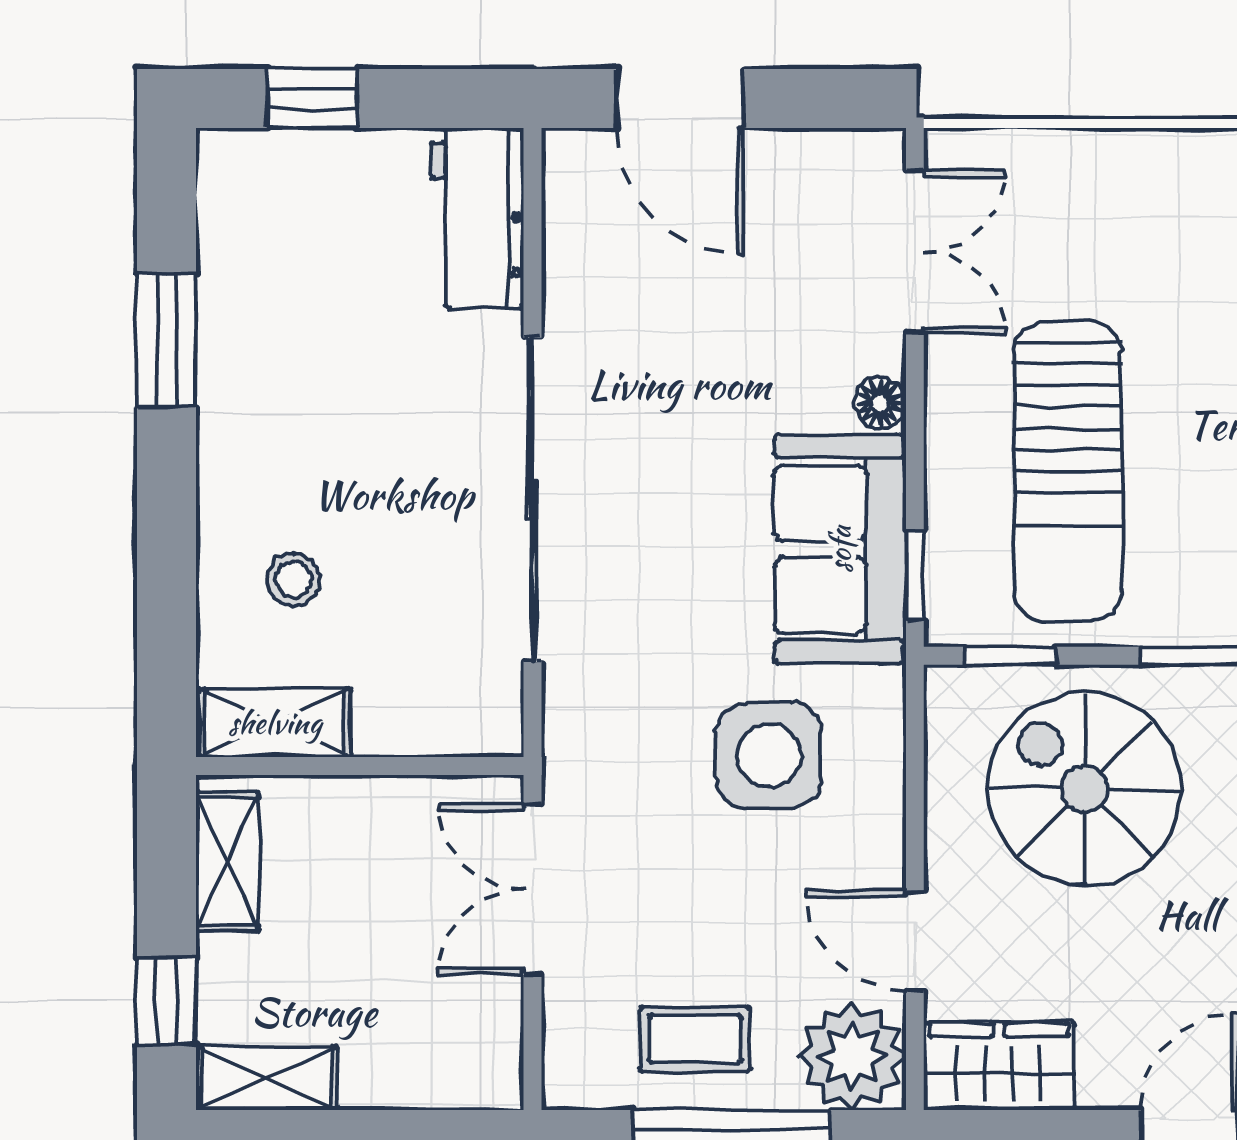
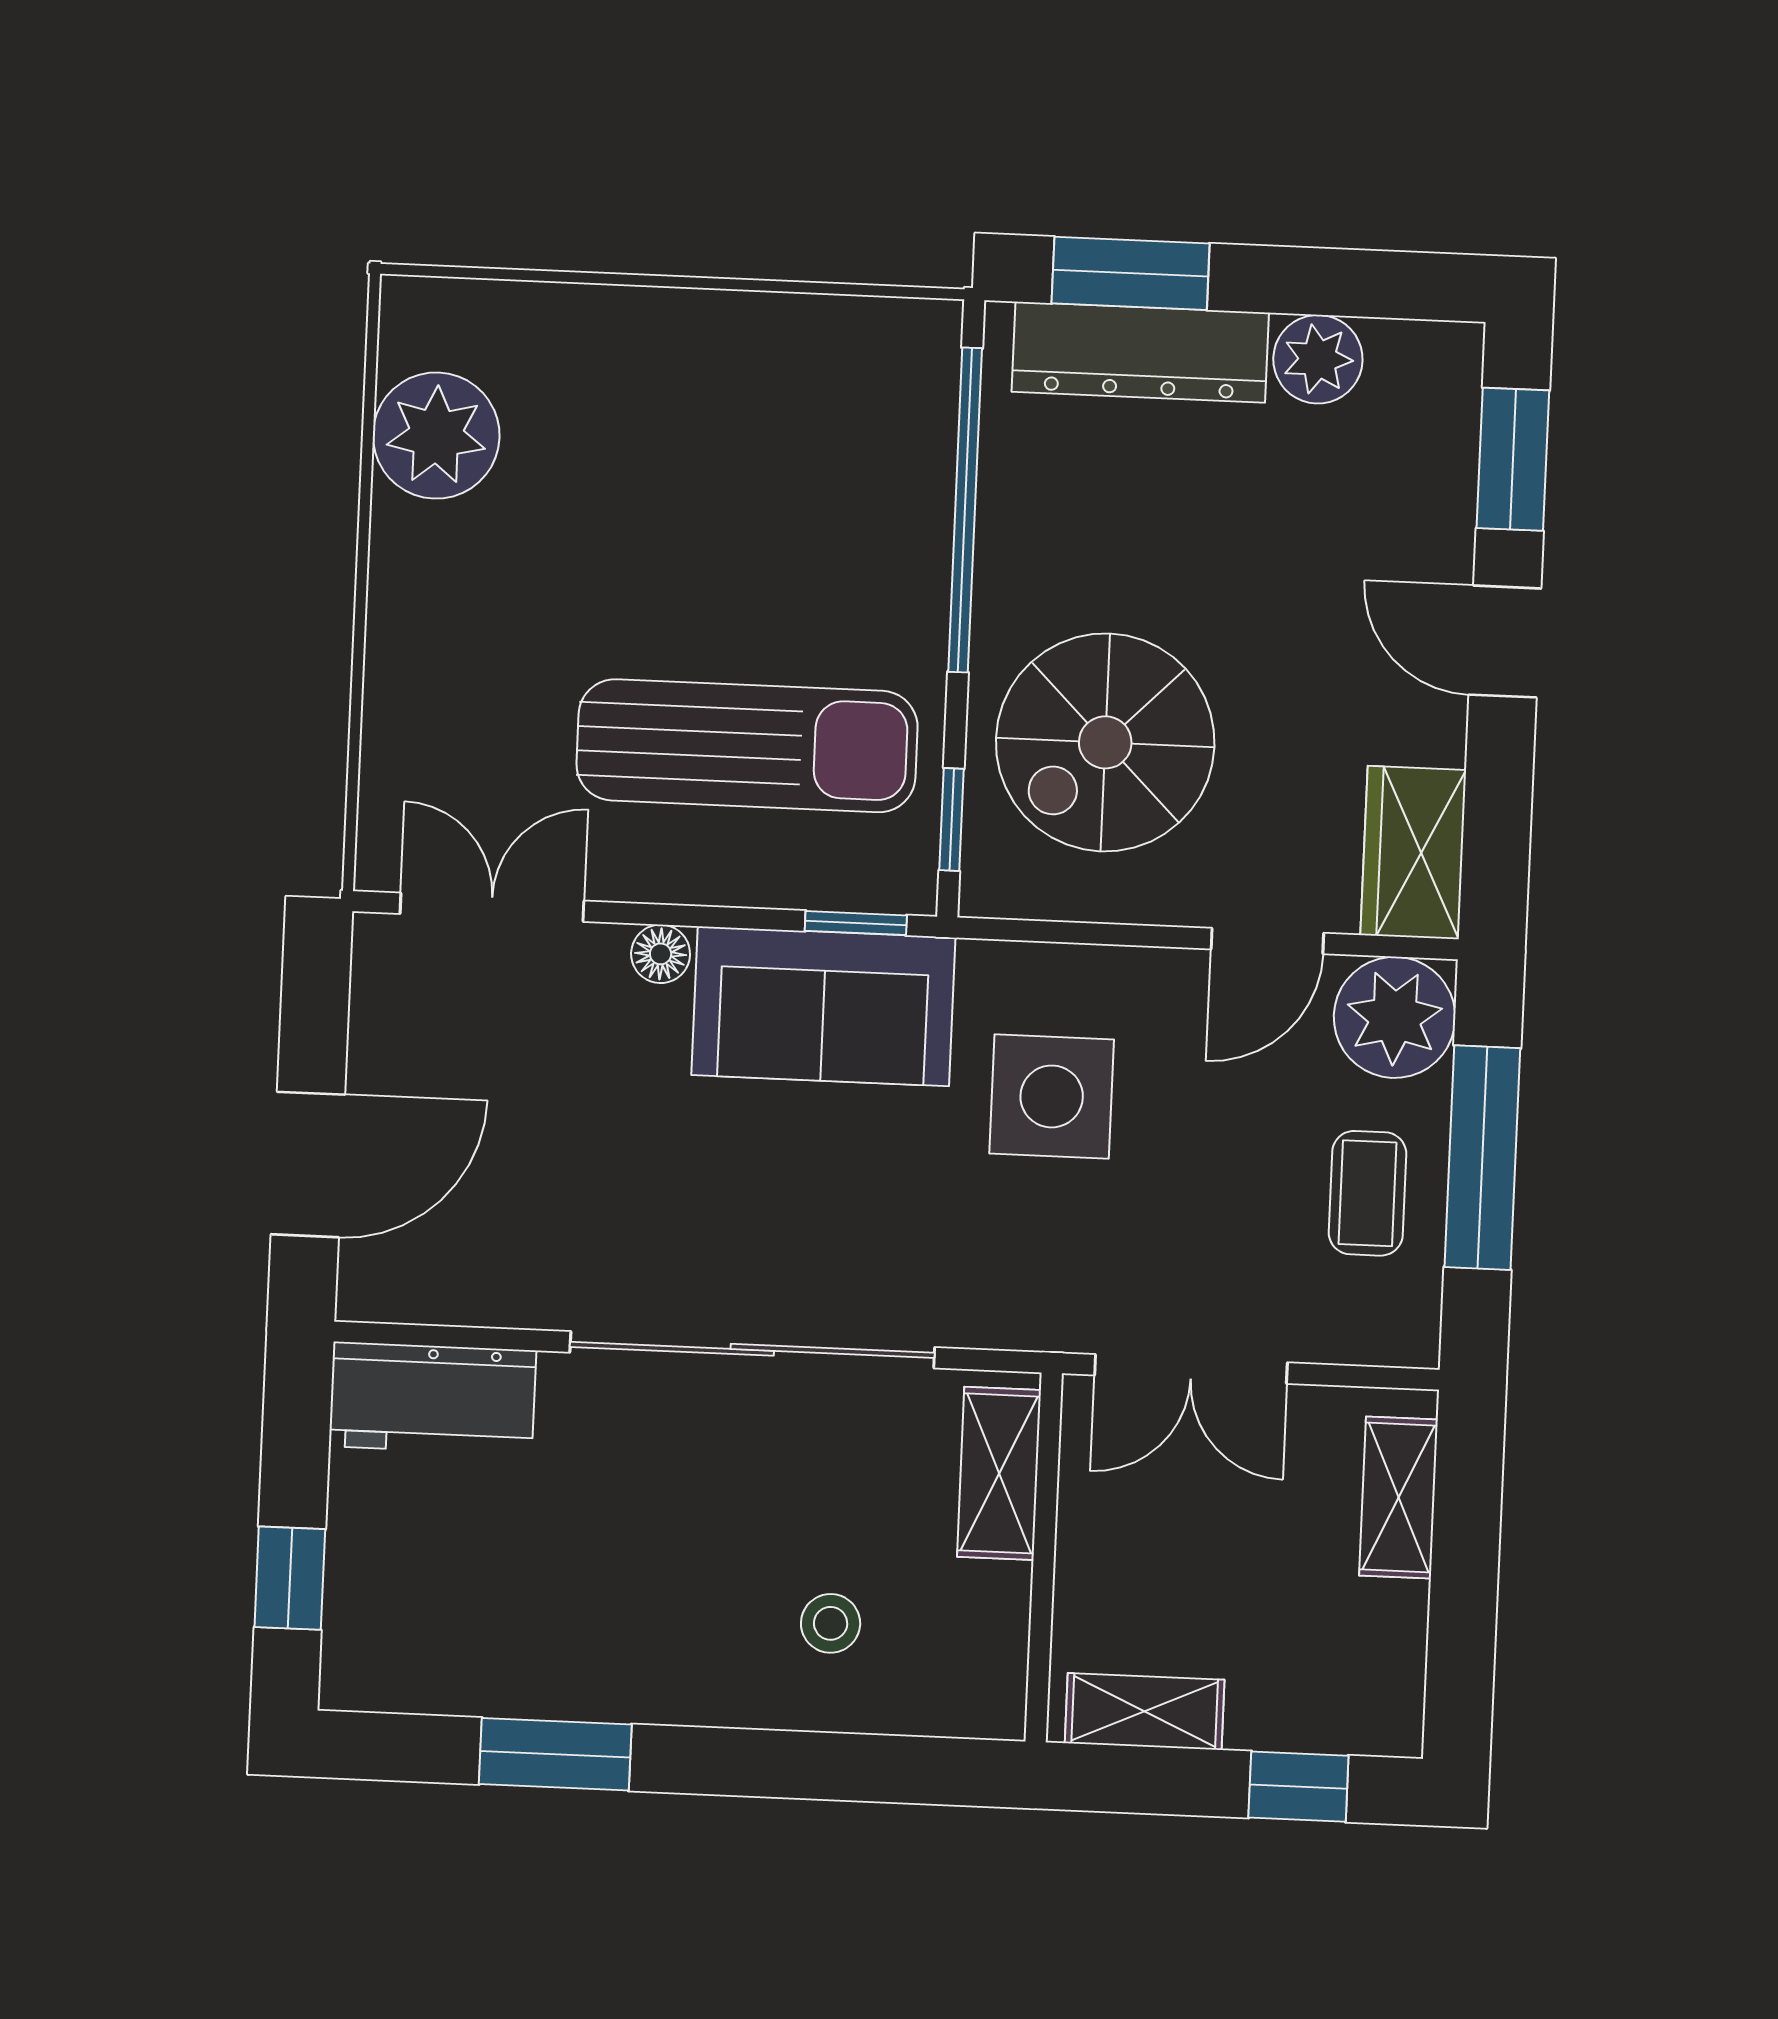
shelving: (275, 723) -> (999, 1473), moved
shelving: (267, 1078) -> (1399, 1498), moved

